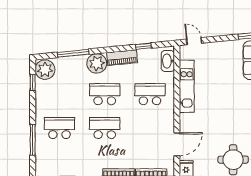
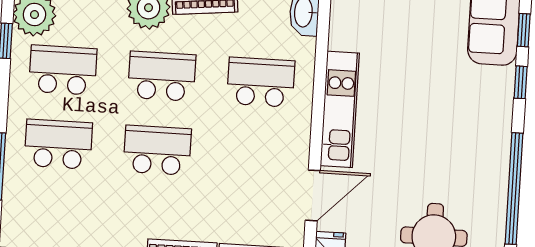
kitchen unit: (187, 86) -> (340, 109), moved
school desk: (59, 94) -> (63, 70), added

